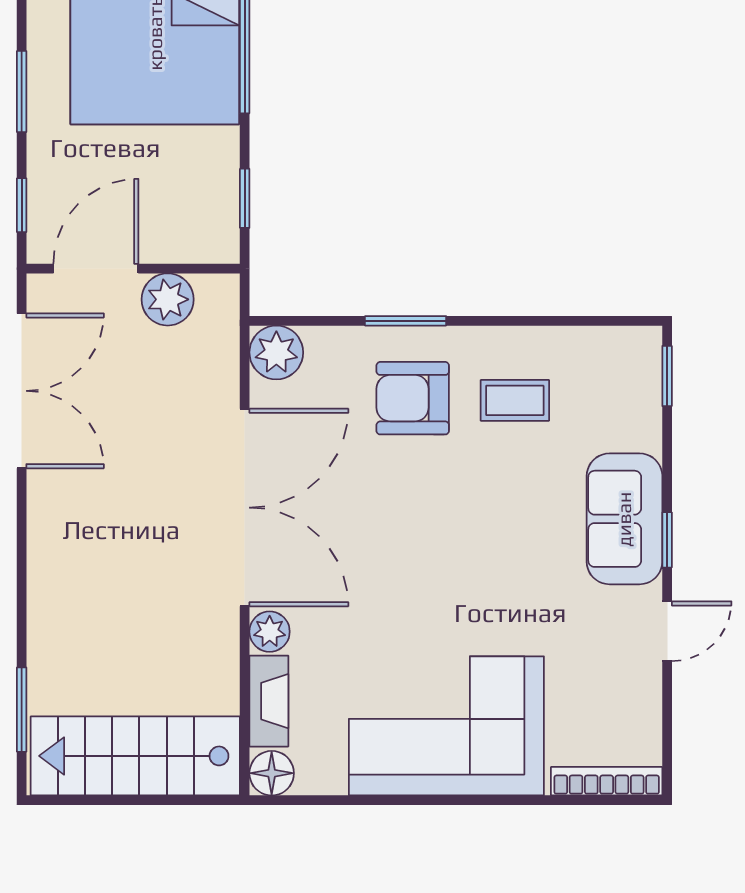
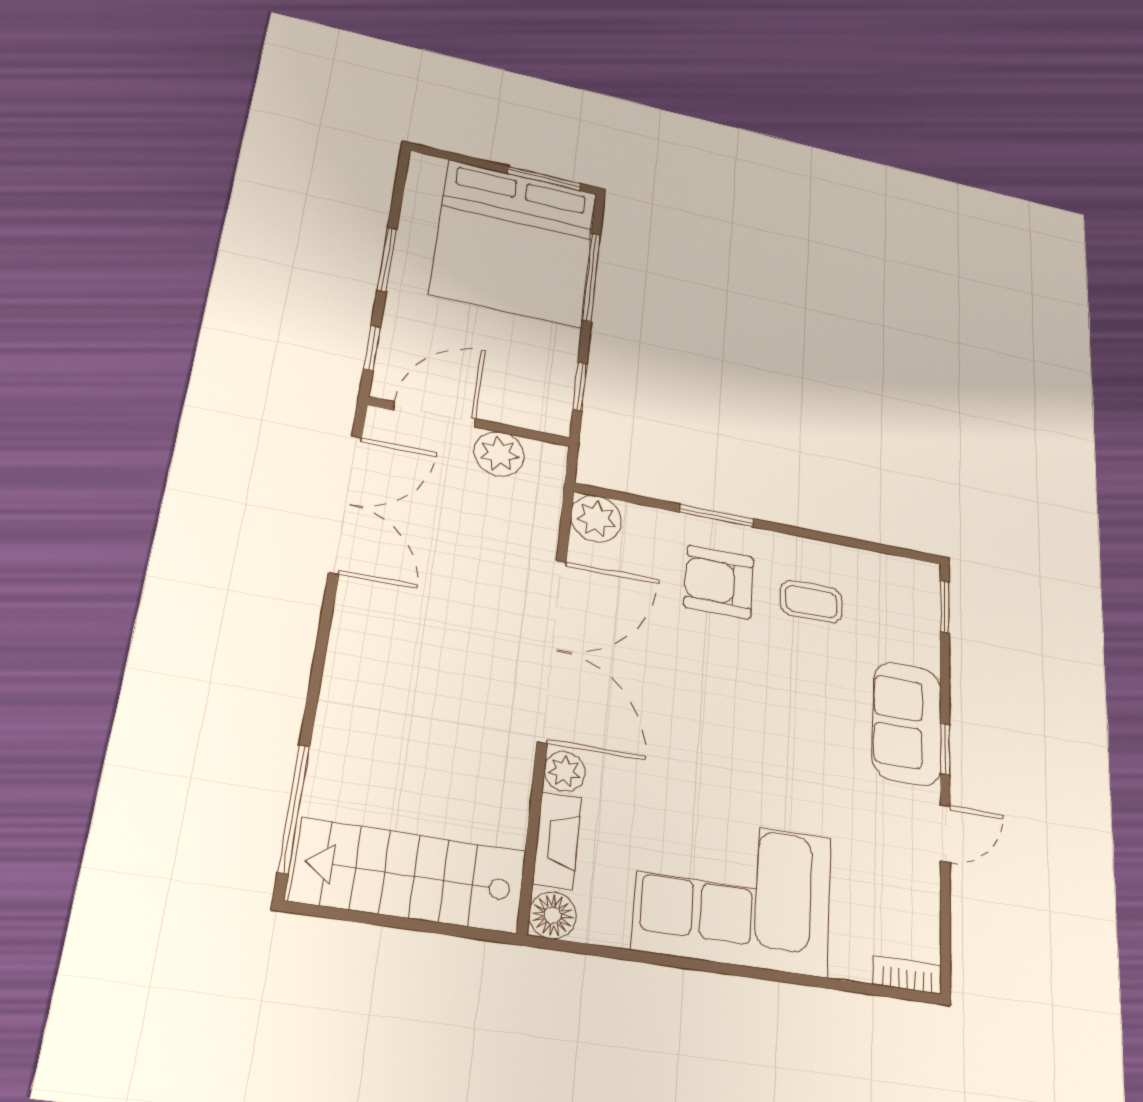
window: (22, 710) -> (294, 809), width x1.44
bookcase: (607, 781) -> (907, 975), width x0.64

